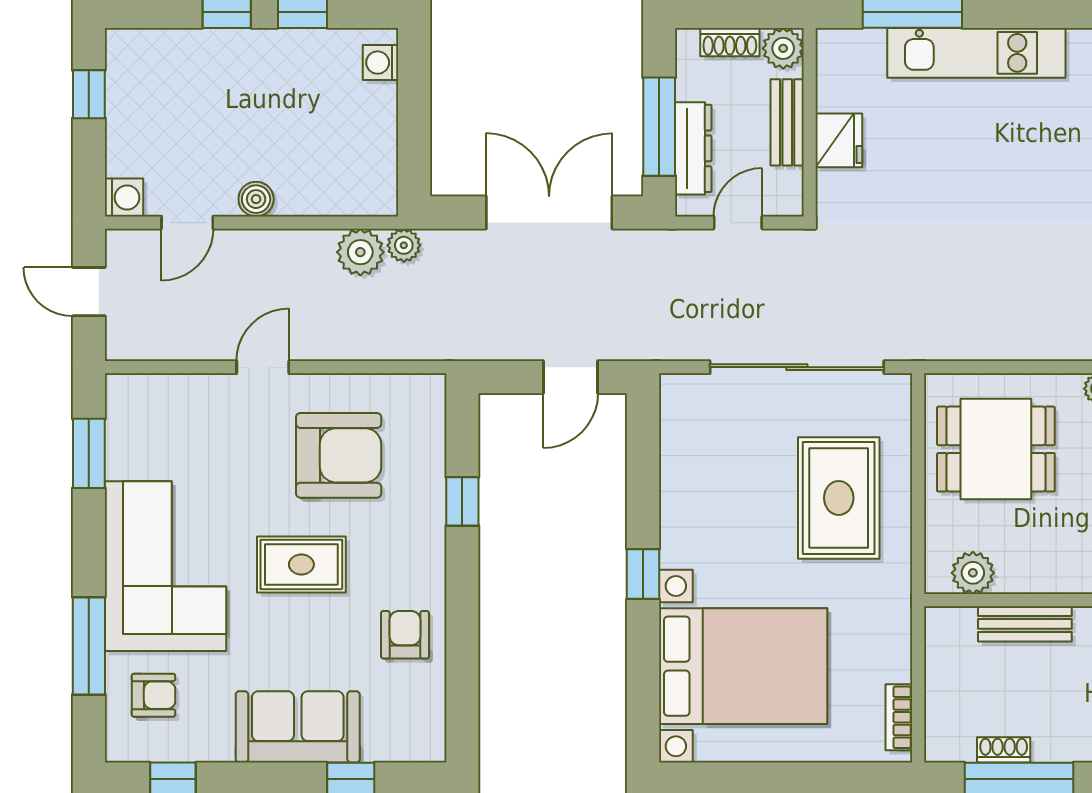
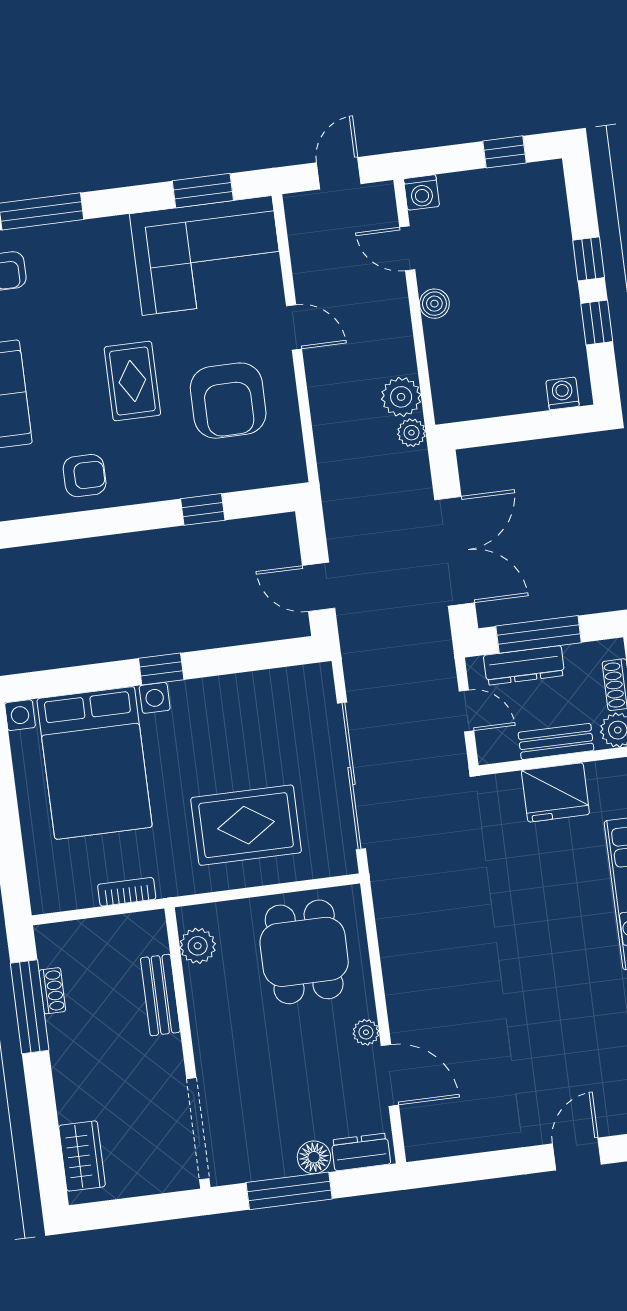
fridge: (839, 140) -> (555, 792), width x1.36, depth x1.34
corner sofa: (166, 566) -> (207, 255), moved
bookcase: (899, 717) -> (127, 892), moved

